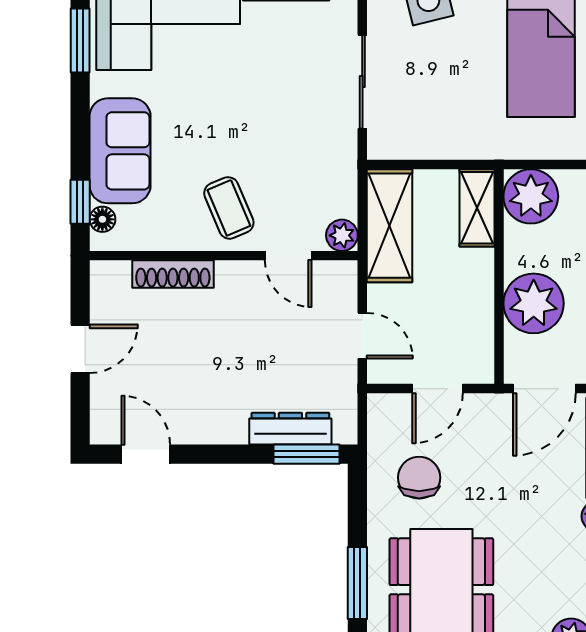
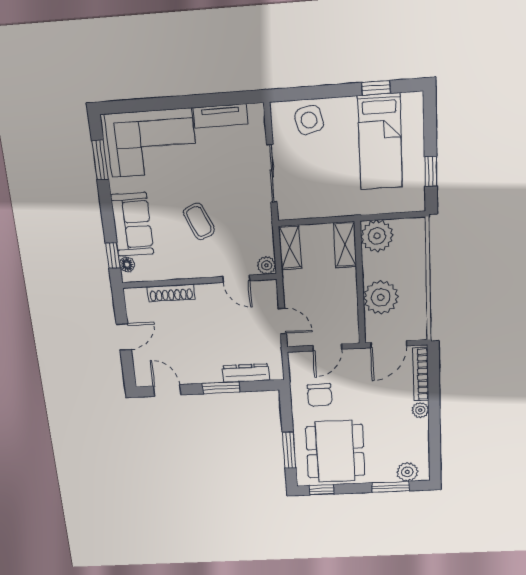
coffee table: (229, 208) -> (199, 221), moved
shelving: (389, 226) -> (290, 247), width x0.67, depth x0.75
window: (306, 454) -> (221, 388), moved
chair: (419, 478) -> (320, 395), turned 180

